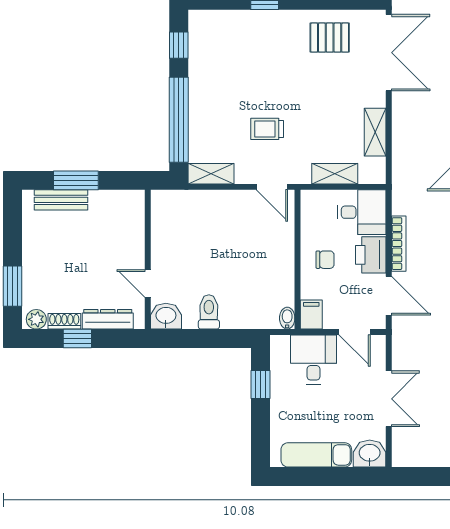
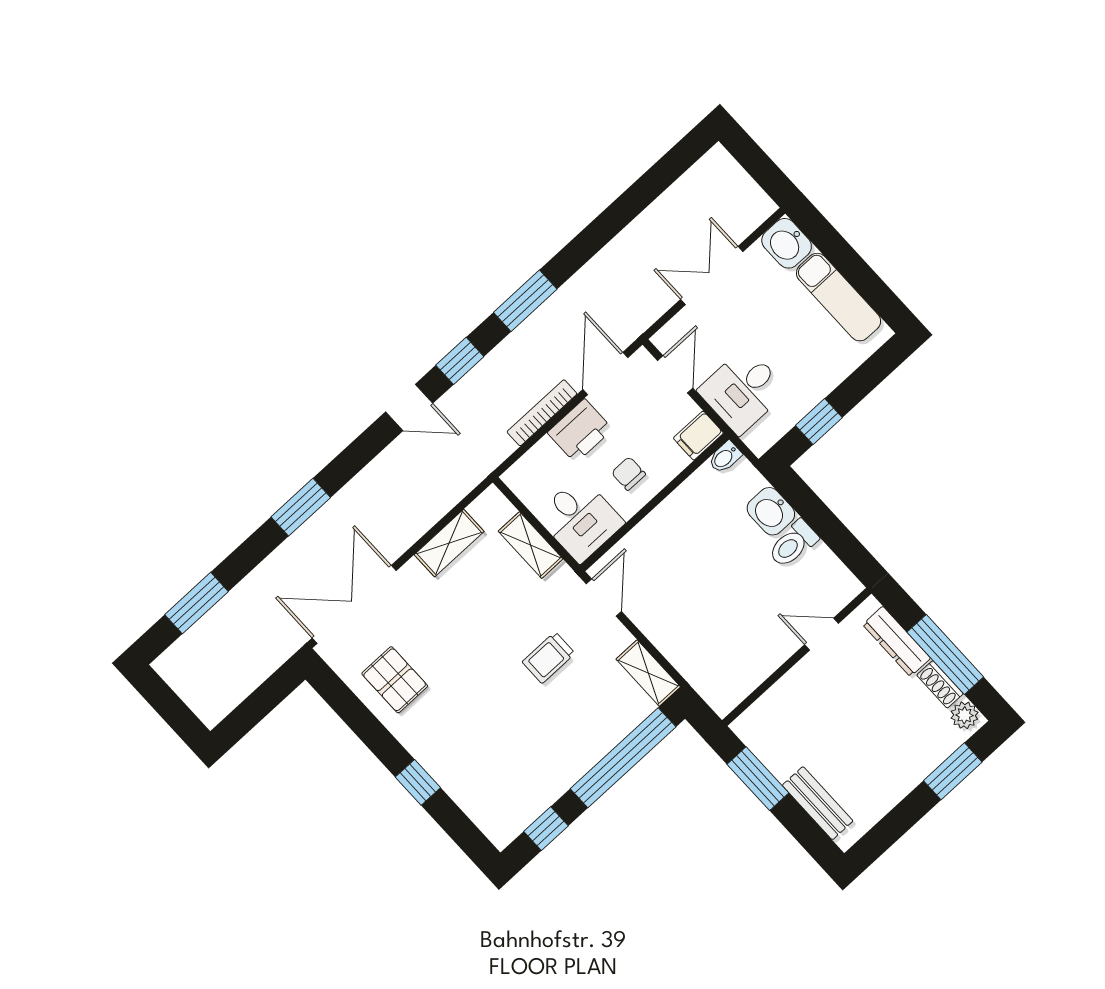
trolley: (267, 129) -> (549, 658), turned 90
window: (76, 180) -> (758, 779), moved
desk: (362, 212) -> (580, 519), moved, turned 180
door: (148, 283) -> (822, 634), swing flipped
washbasin: (166, 316) -> (771, 511), moved
window: (77, 339) -> (945, 654), width x2.17

